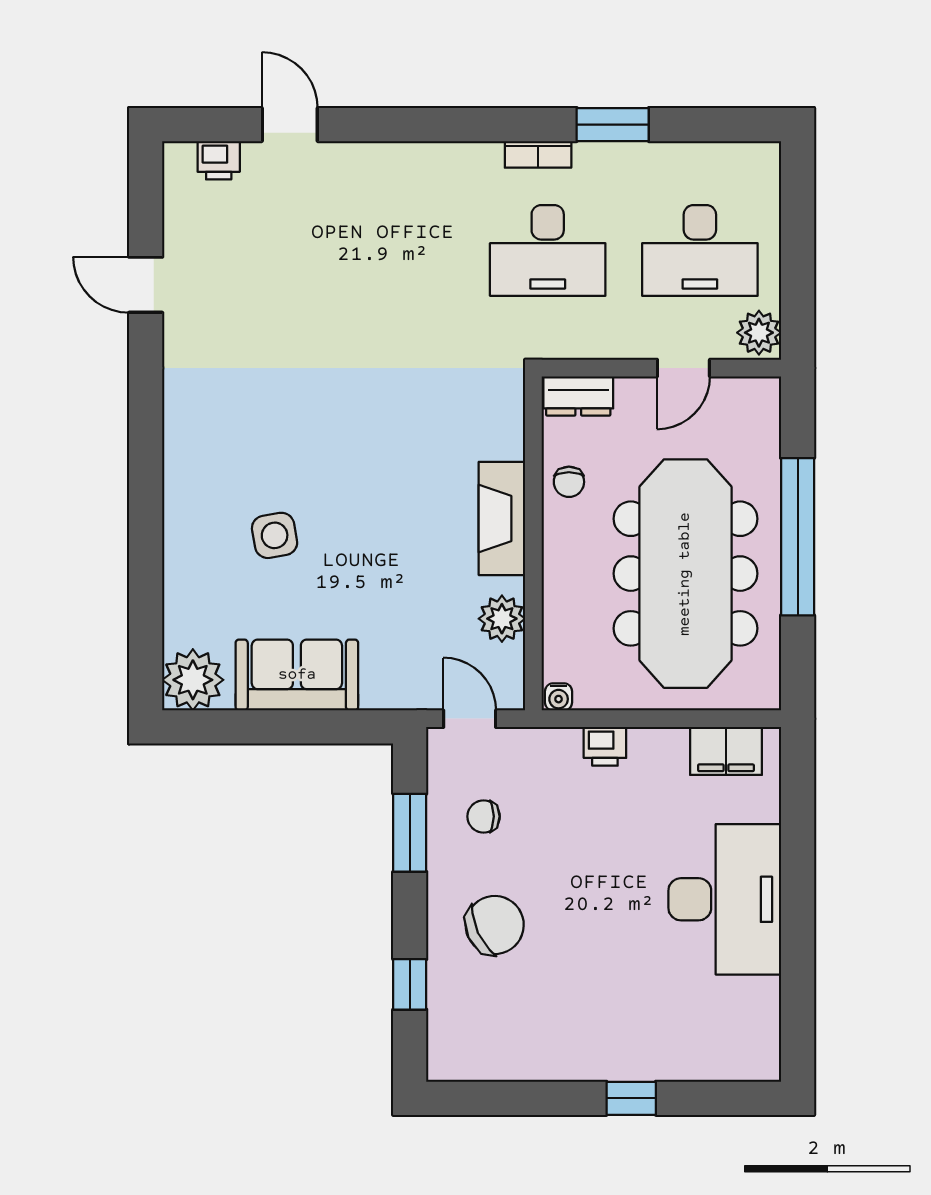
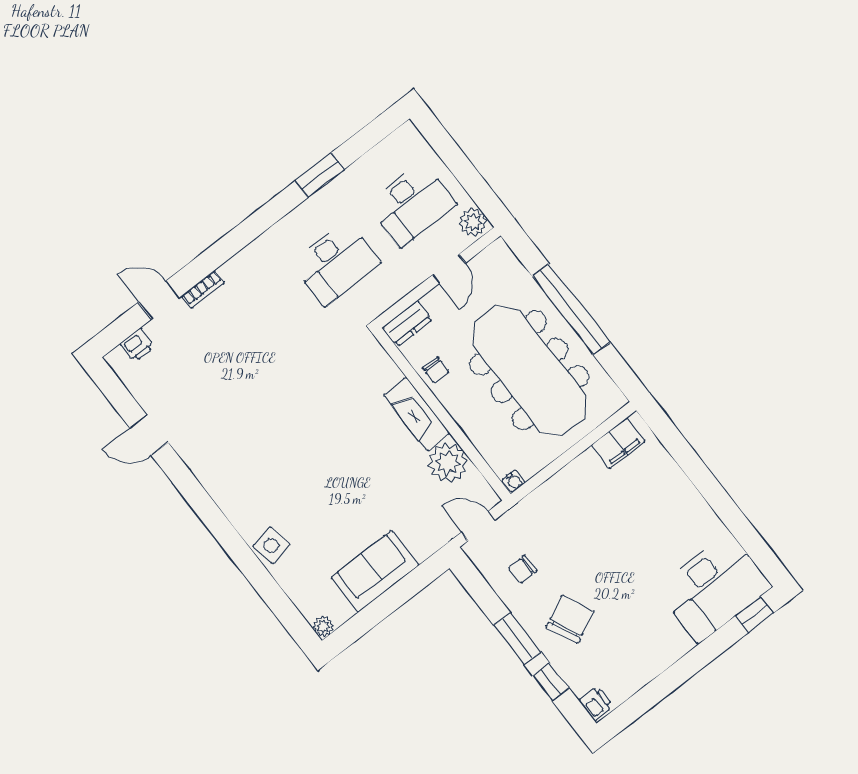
bookcase: (538, 154) -> (203, 289), moved
side table: (275, 535) -> (271, 545), moved
plant: (502, 619) -> (448, 463), width x1.36, depth x1.36
plant: (193, 680) -> (323, 626), width x0.53, depth x0.53
printer: (605, 746) -> (596, 703), moved, turned -90
window: (410, 833) -> (517, 639), moved
desk: (725, 899) -> (714, 588), moved, turned 90
window: (631, 1098) -> (754, 614), moved

